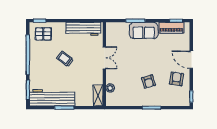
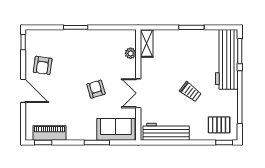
sofa: (144, 31) -> (116, 129), moved
armchair: (148, 82) -> (96, 89), moved
workbench: (52, 98) -> (227, 59), moved, turned 90

